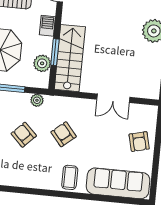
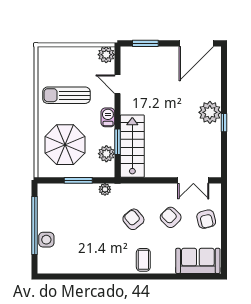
double door: (113, 98) -> (193, 180), moved
armchair: (24, 135) -> (171, 217), moved
sofa: (118, 183) -> (198, 261), width x0.73

